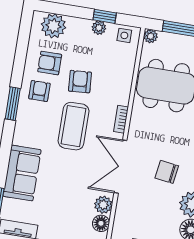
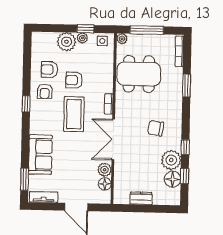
plant: (53, 26) -> (67, 42), moved
armchair: (80, 82) -> (74, 80), turned -86
armchair: (39, 91) -> (45, 91), turned 180
window: (13, 104) -> (26, 104), width x0.67
chair: (167, 172) -> (156, 128), moved

